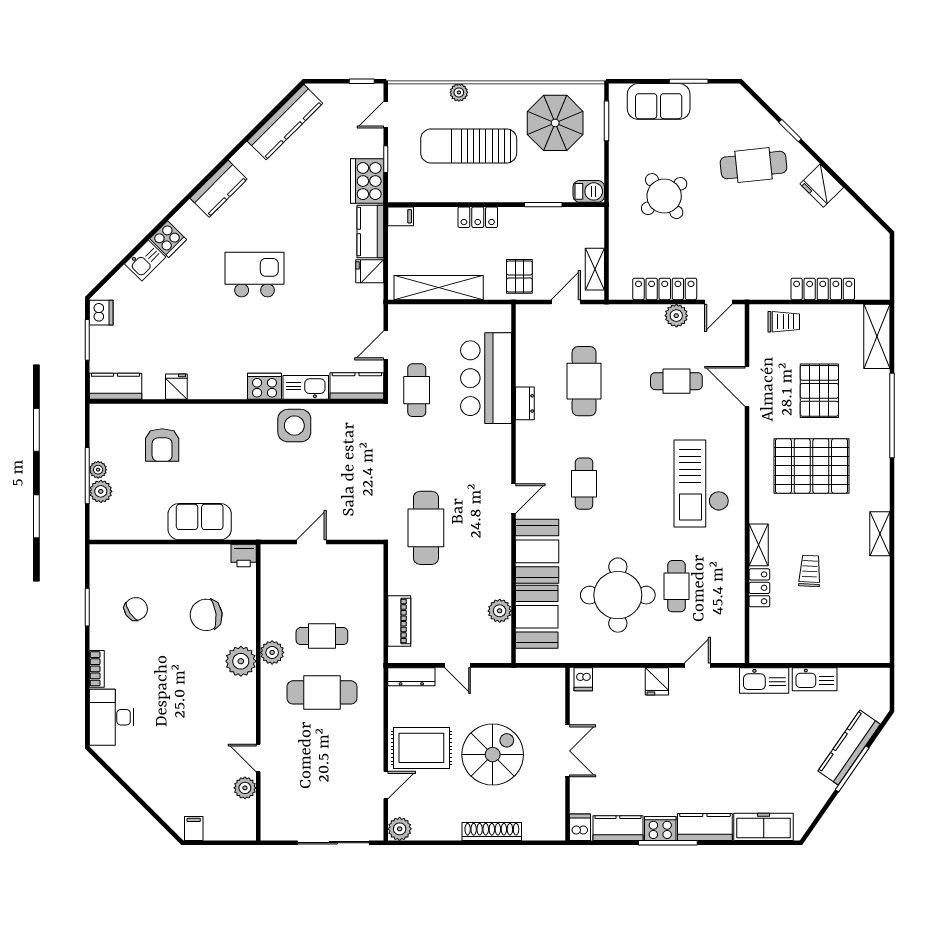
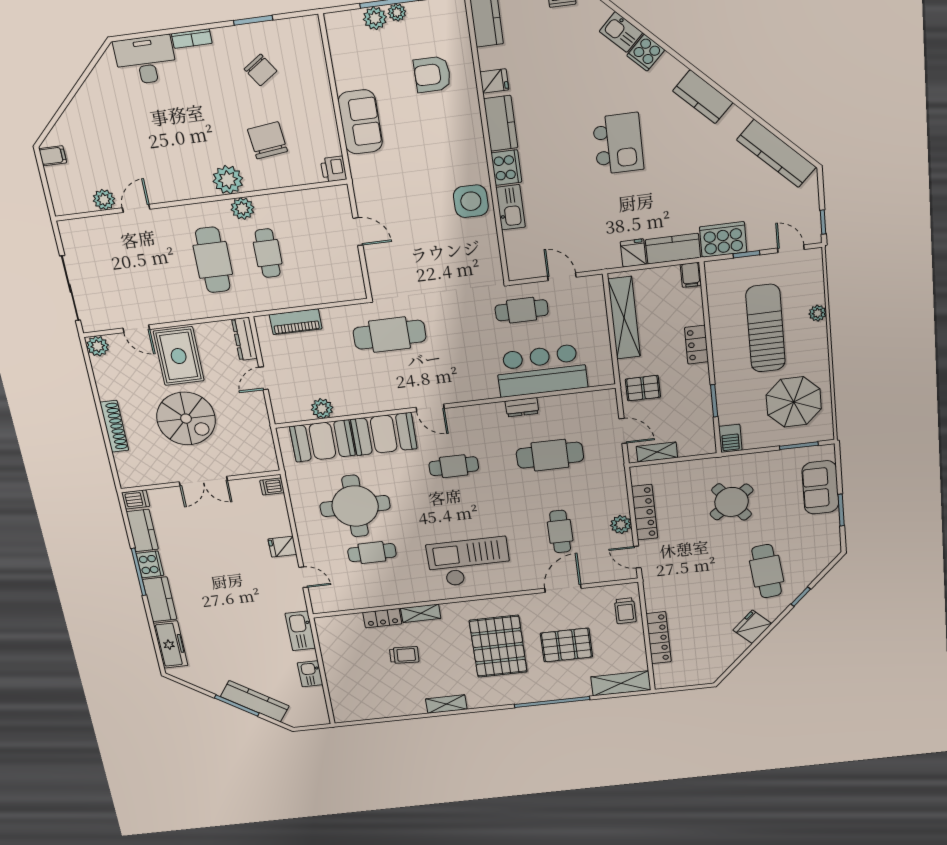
kitchen counter: (357, 386) -> (501, 123), moved
kitchen sink: (815, 679) -> (310, 674), width x0.73

